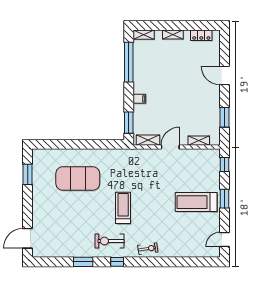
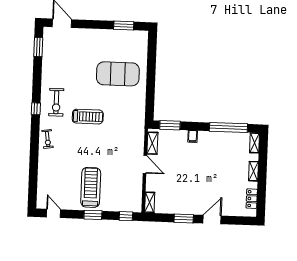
window: (224, 117) -> (184, 218), moved
shelving: (199, 141) -> (150, 202), moved
exercise mat: (78, 178) -> (118, 74), turned 90
exercise bike: (110, 241) -> (56, 102), turned 180
window: (83, 262) -> (38, 47), moved

